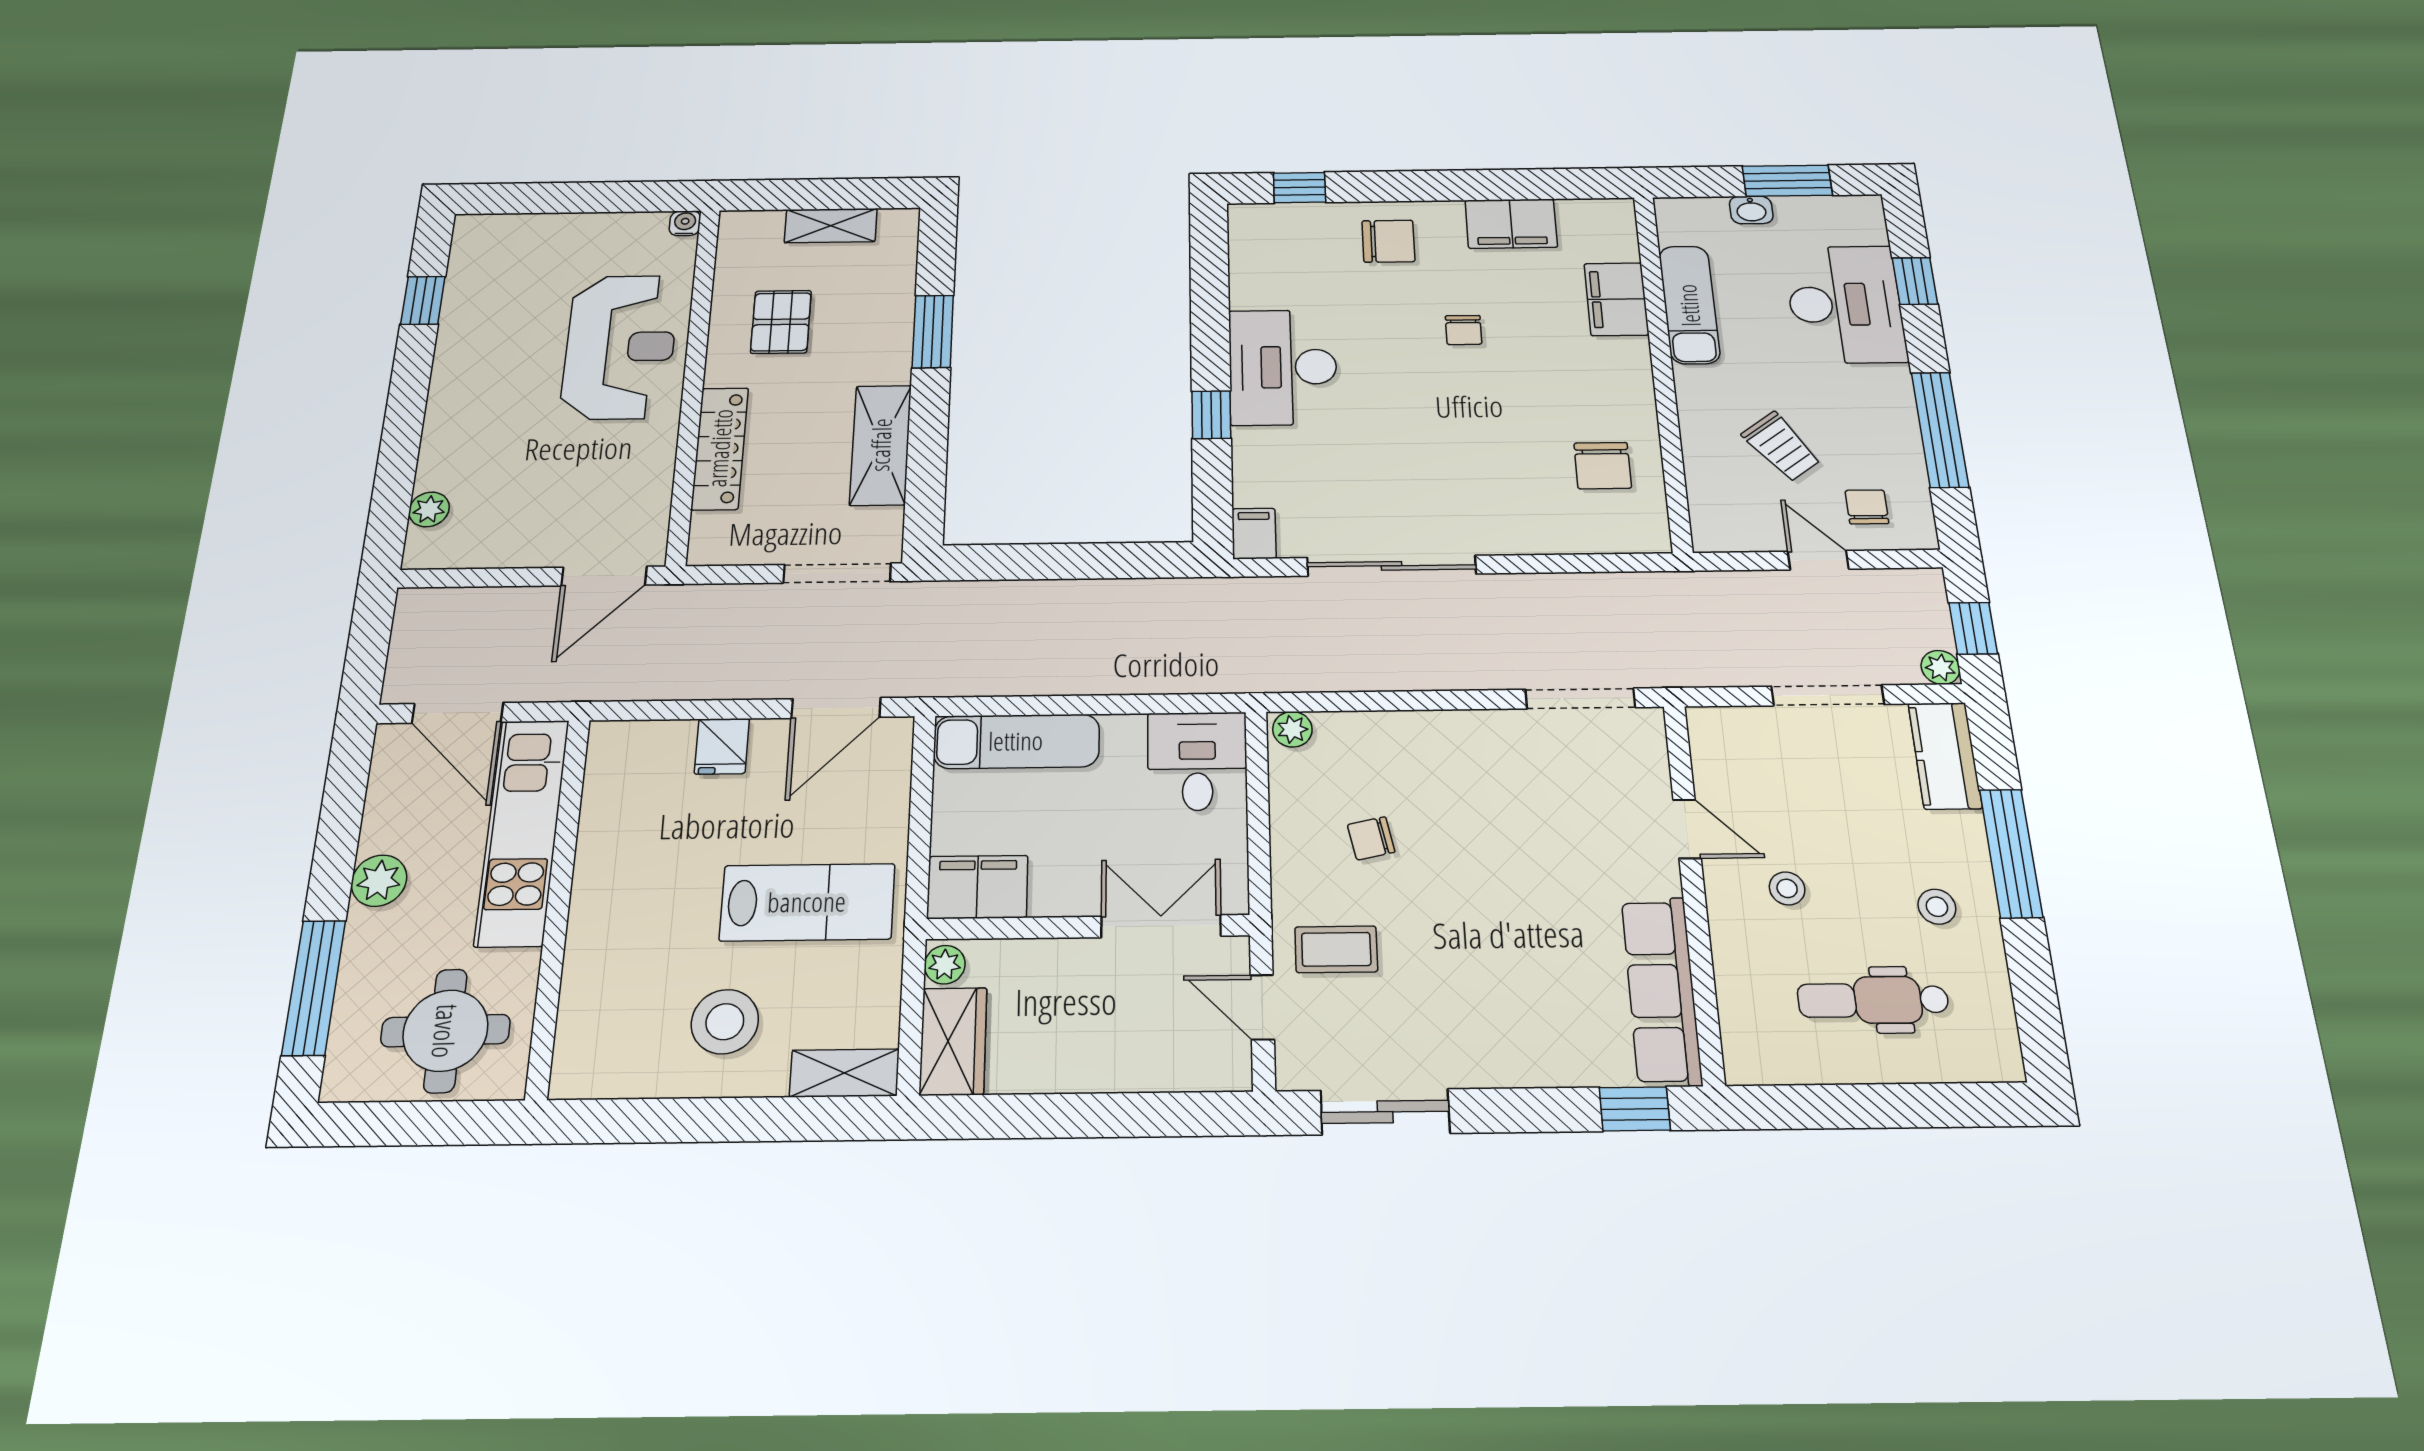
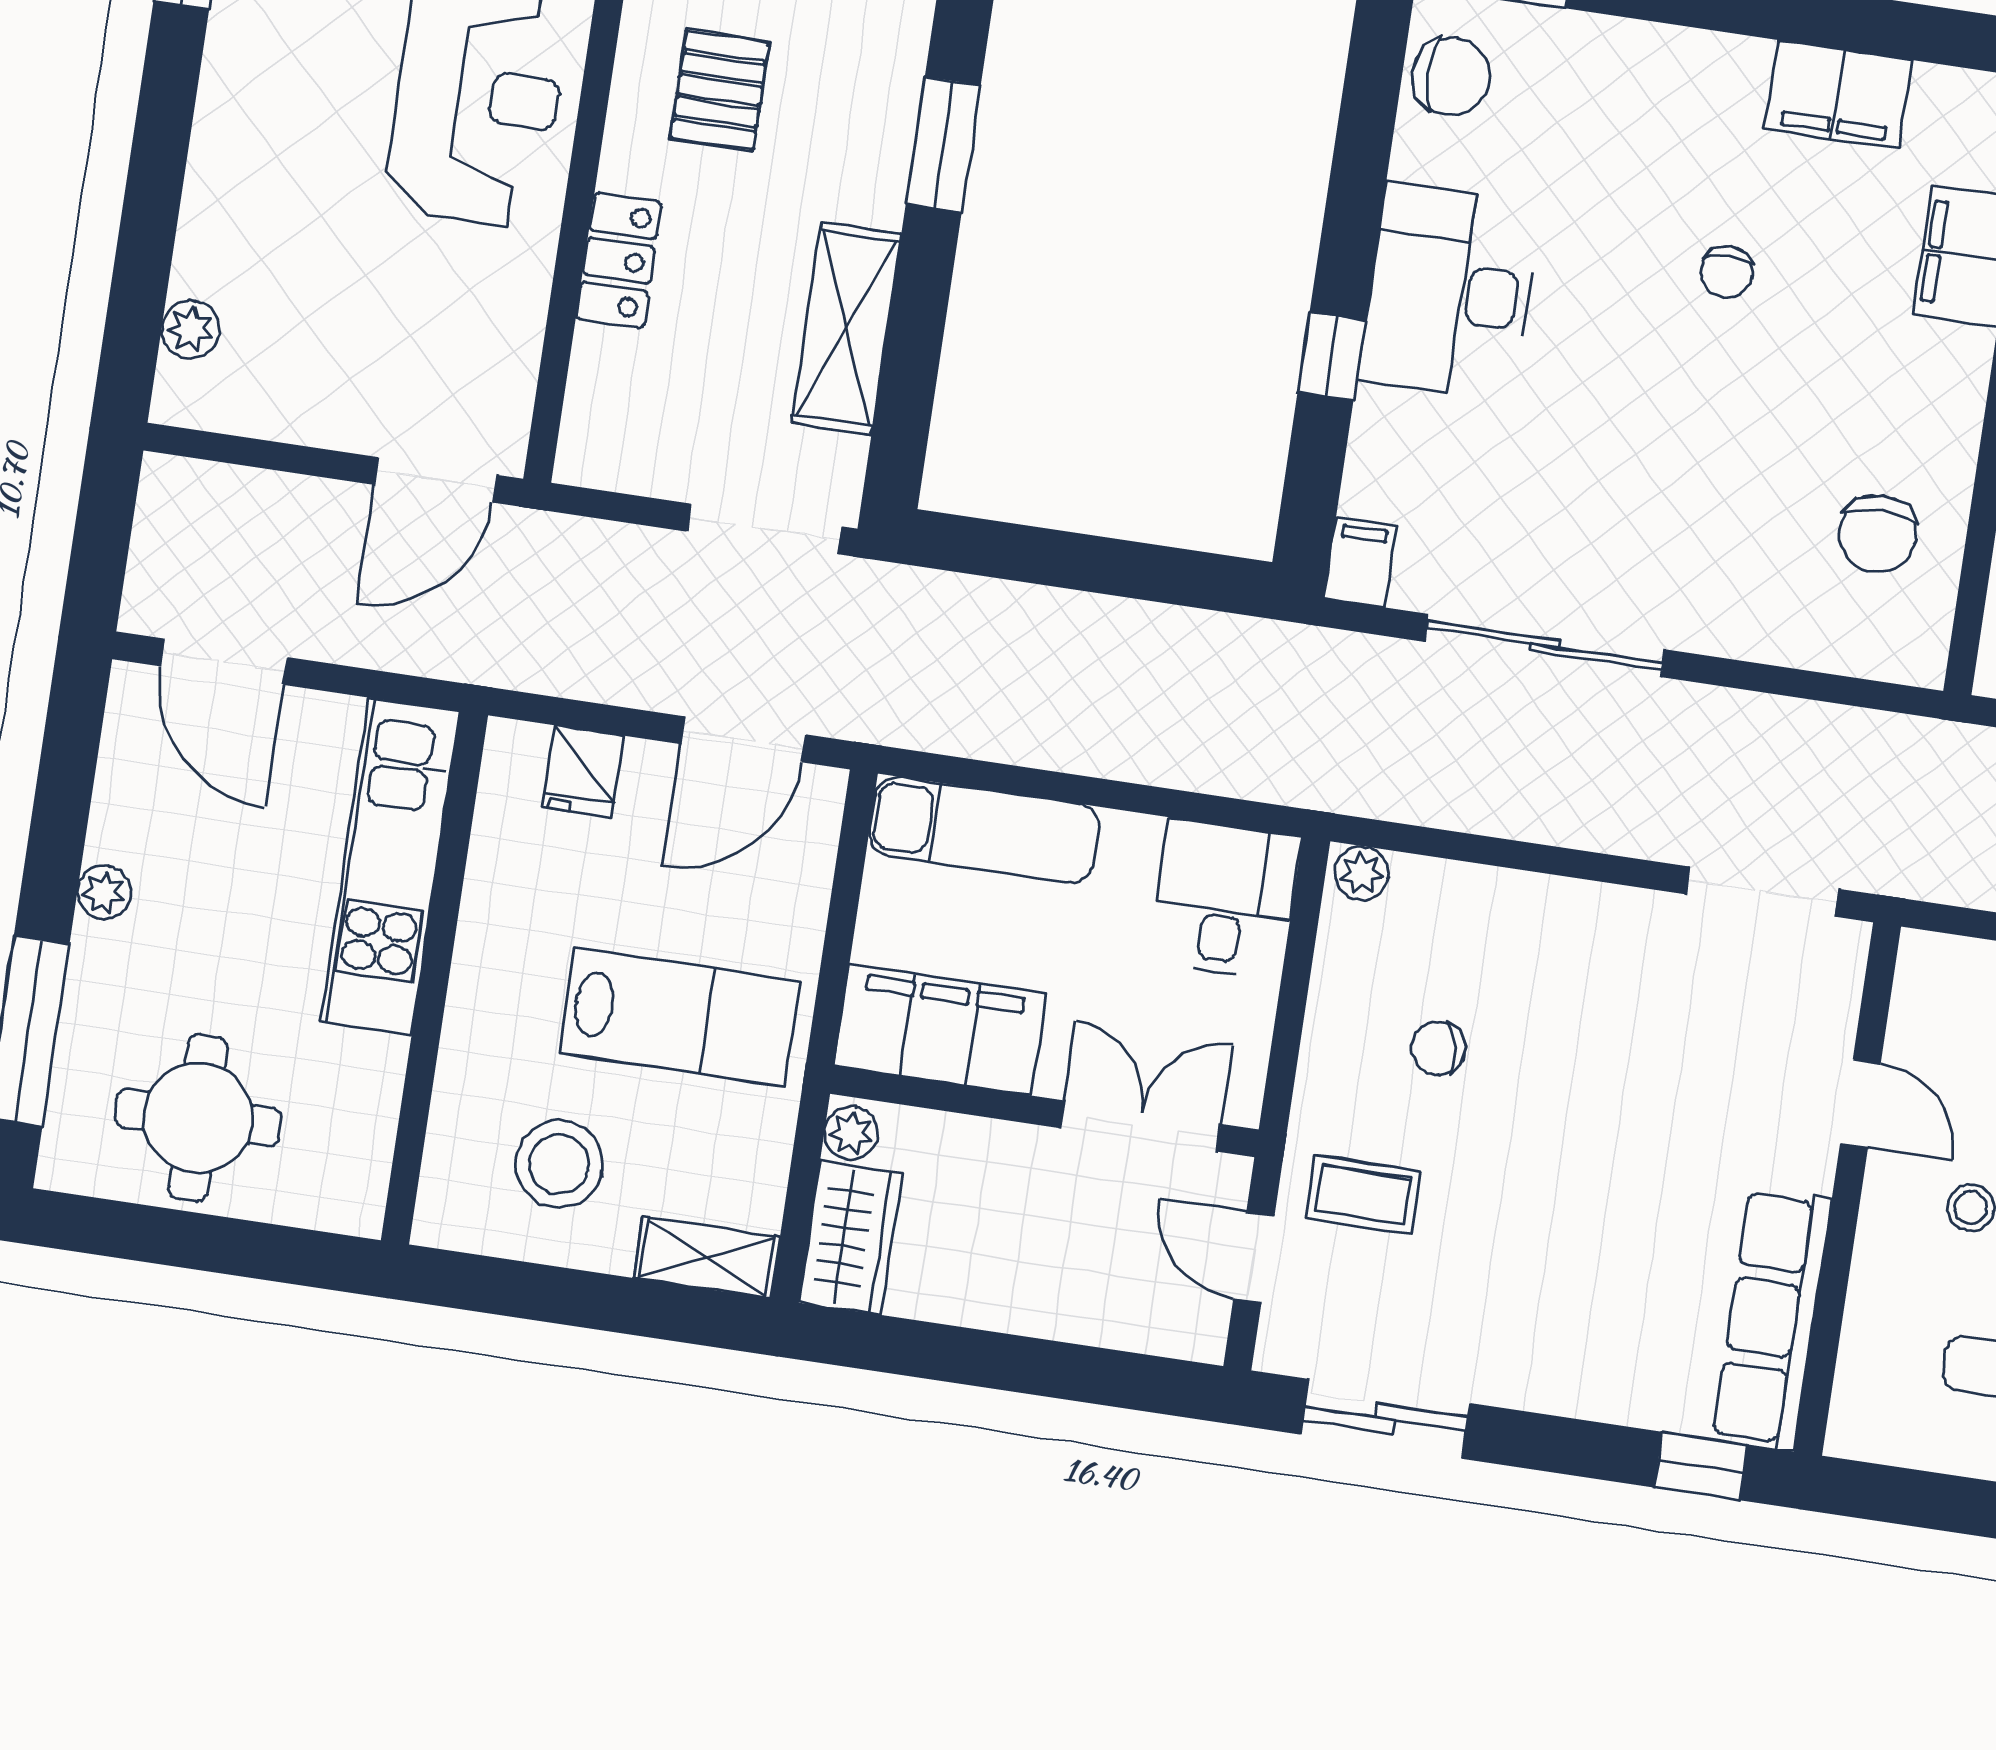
chair: (1388, 241) -> (1451, 76), moved
locker: (720, 448) -> (619, 261), width x0.66
kitchen unit: (522, 832) -> (390, 866), moved
plant: (379, 881) -> (104, 892), width x0.73, depth x0.73
filing cabinet: (977, 887) -> (940, 1030), width x1.50, depth x1.17
wall: (558, 904) -> (434, 978), moved

